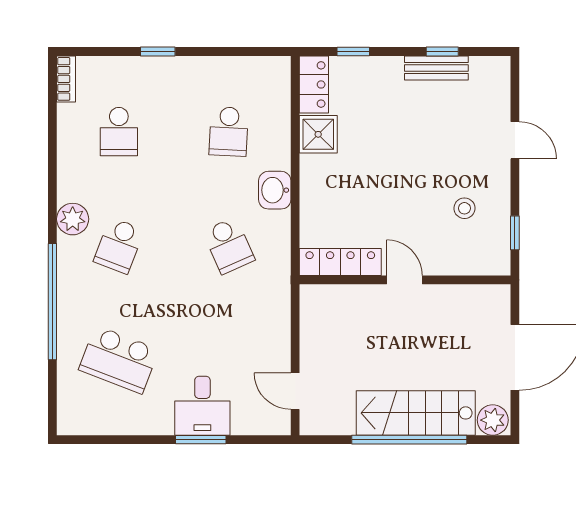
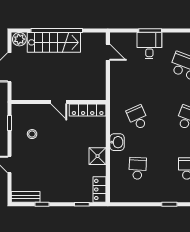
bench: (436, 68) -> (26, 197), moved
shower: (318, 134) -> (98, 156), moved

